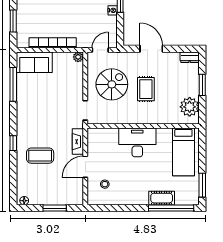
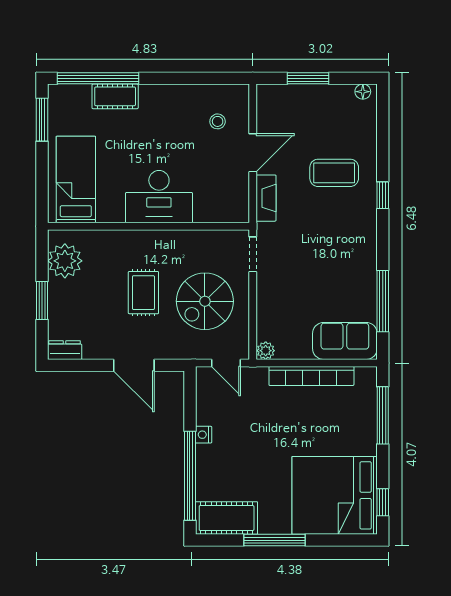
window: (13, 21) -> (383, 415), width x1.44
door: (100, 50) -> (226, 363), hinge flipped

